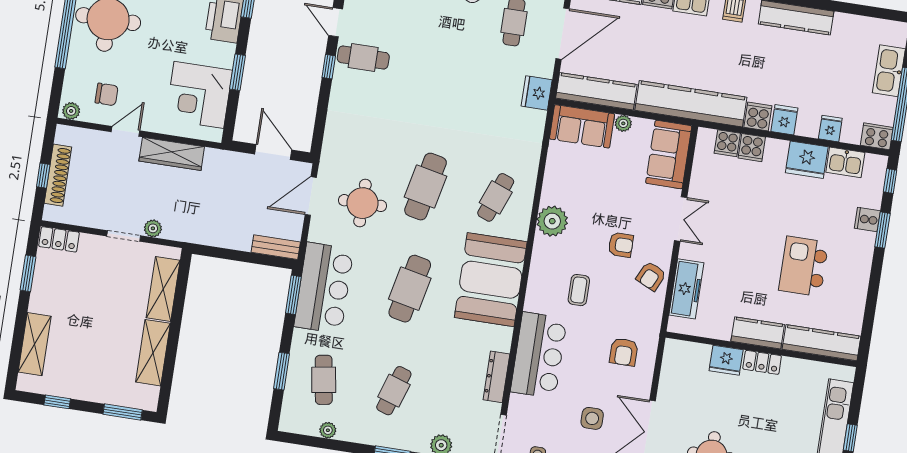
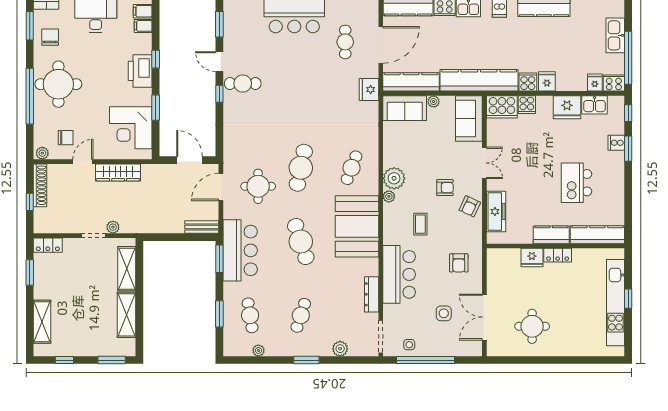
fridge: (830, 129) -> (595, 83), moved
cooker: (727, 143) -> (502, 107), width x1.87, depth x1.31
shoe rack: (58, 175) -> (40, 185), moved
plant: (541, 245) -> (389, 196), added
cafe table: (410, 289) -> (301, 242), turned -30

